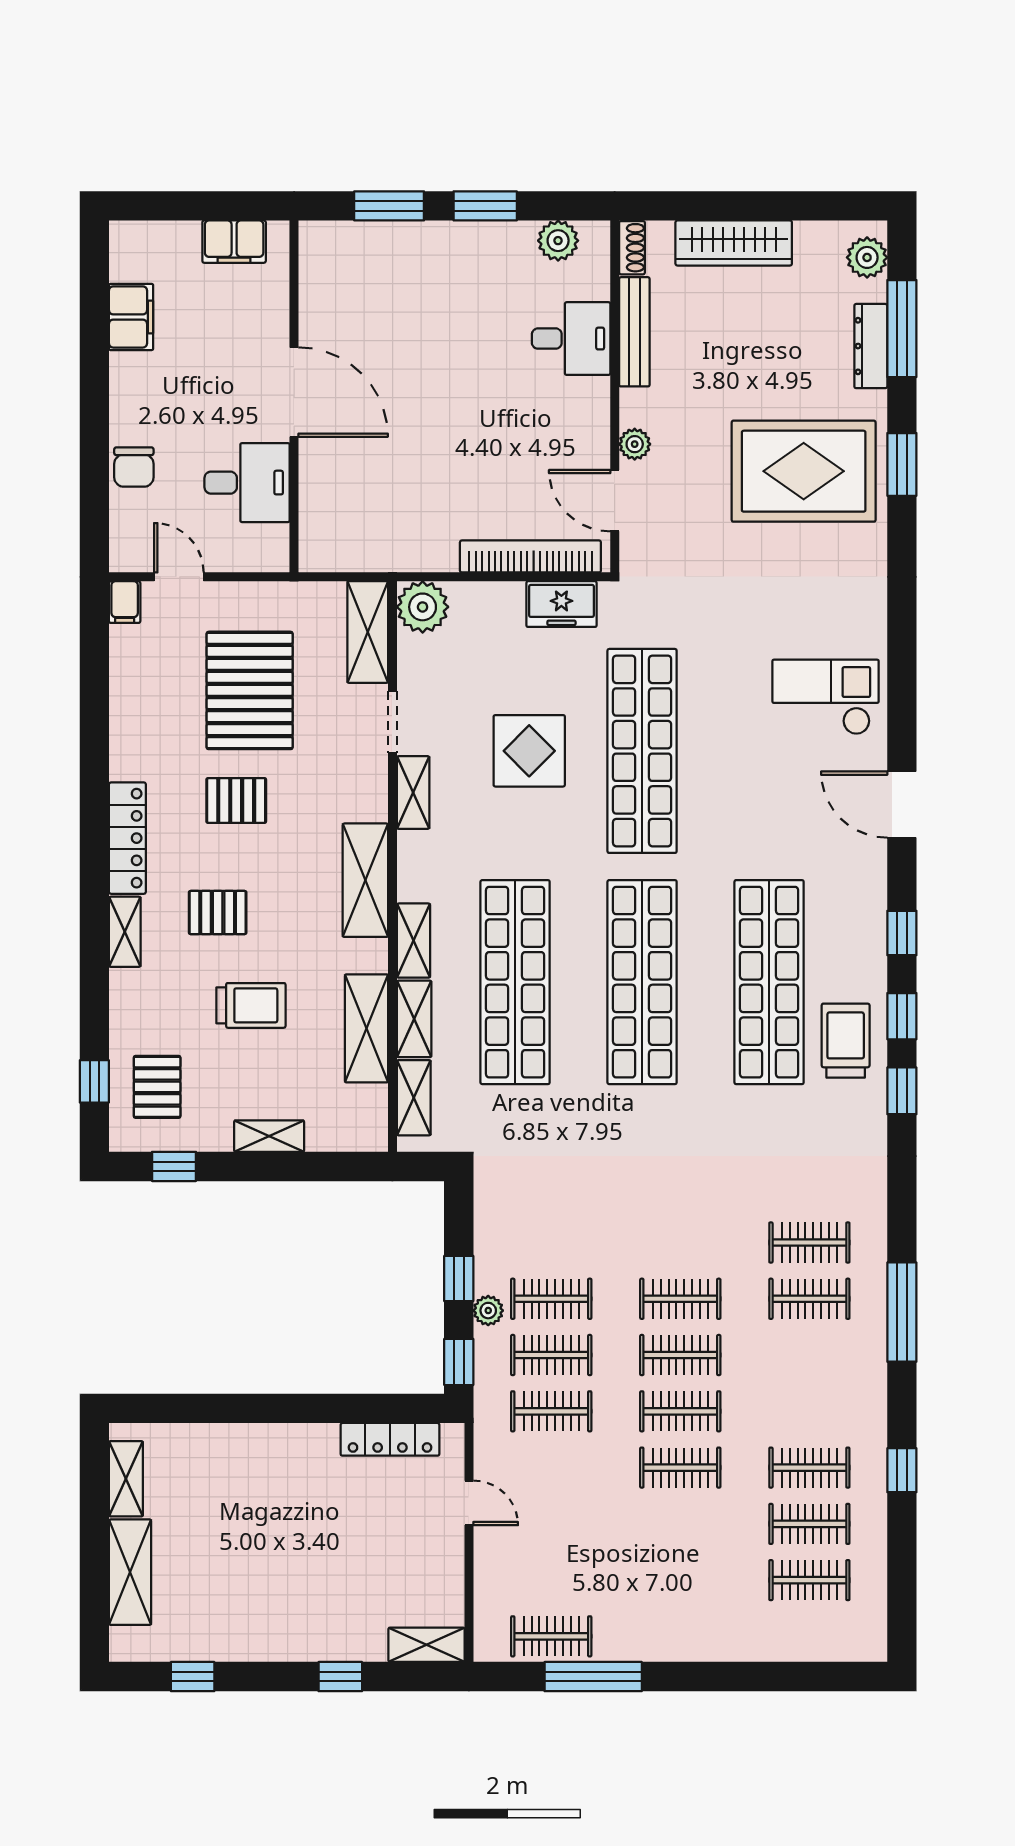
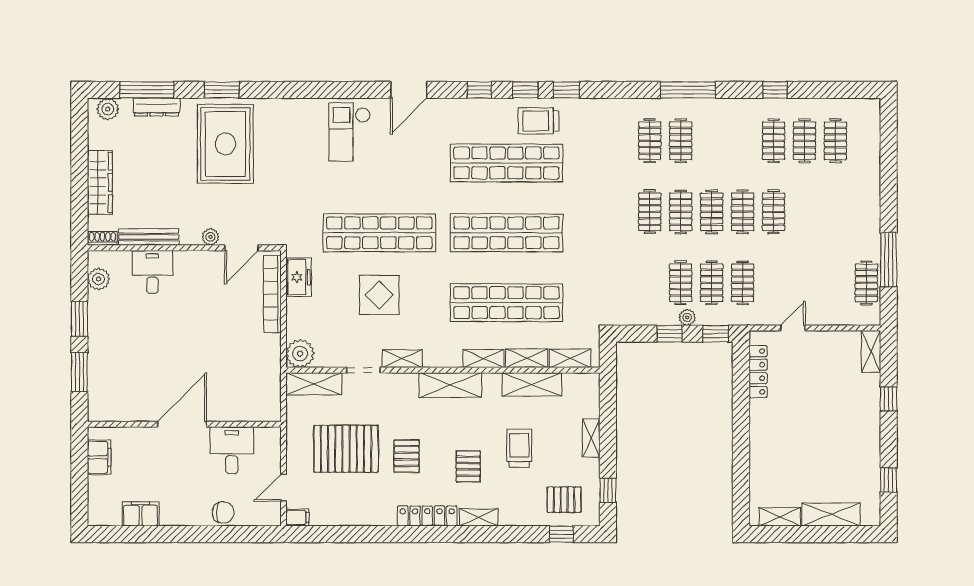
clothes rail: (680, 1242) -> (650, 212), added

